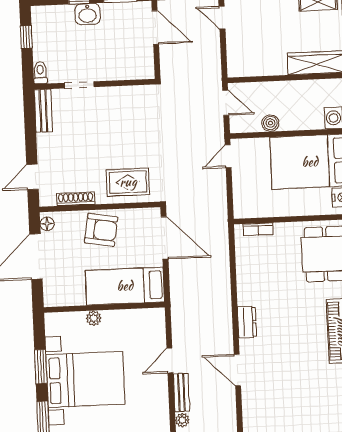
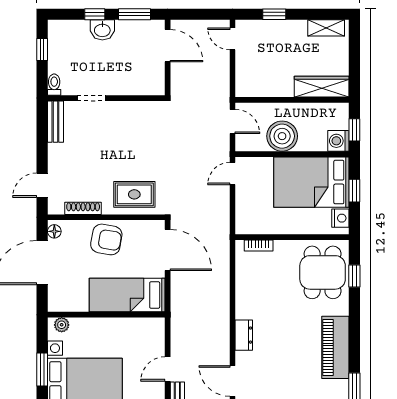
boiler: (270, 123) -> (282, 136), width x1.86, depth x1.86
plant: (94, 318) -> (62, 325), moved

